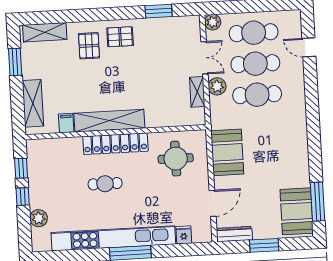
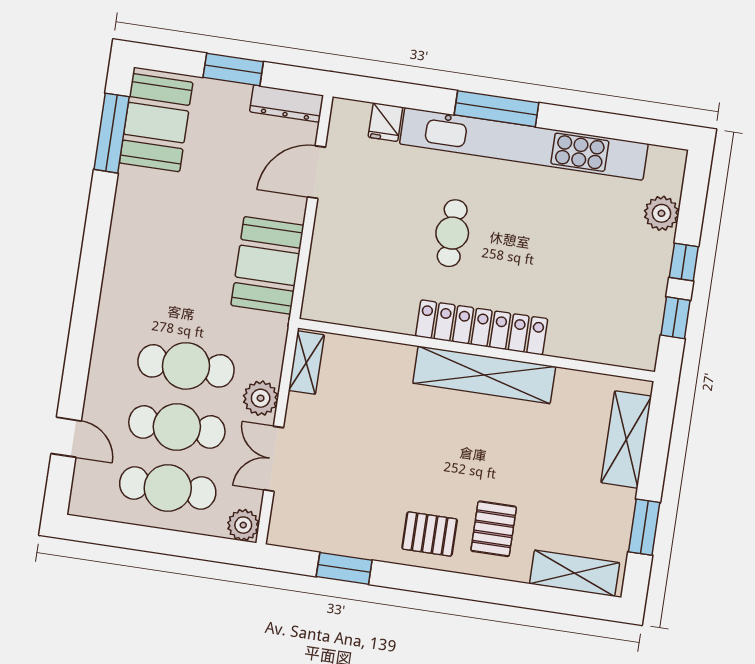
shelving: (197, 92) -> (306, 363), moved
filing cabinet: (66, 123) -> (569, 388), removed
round table: (176, 159) -> (370, 274), removed
cafe table: (105, 184) -> (452, 233), moved, turned 90

